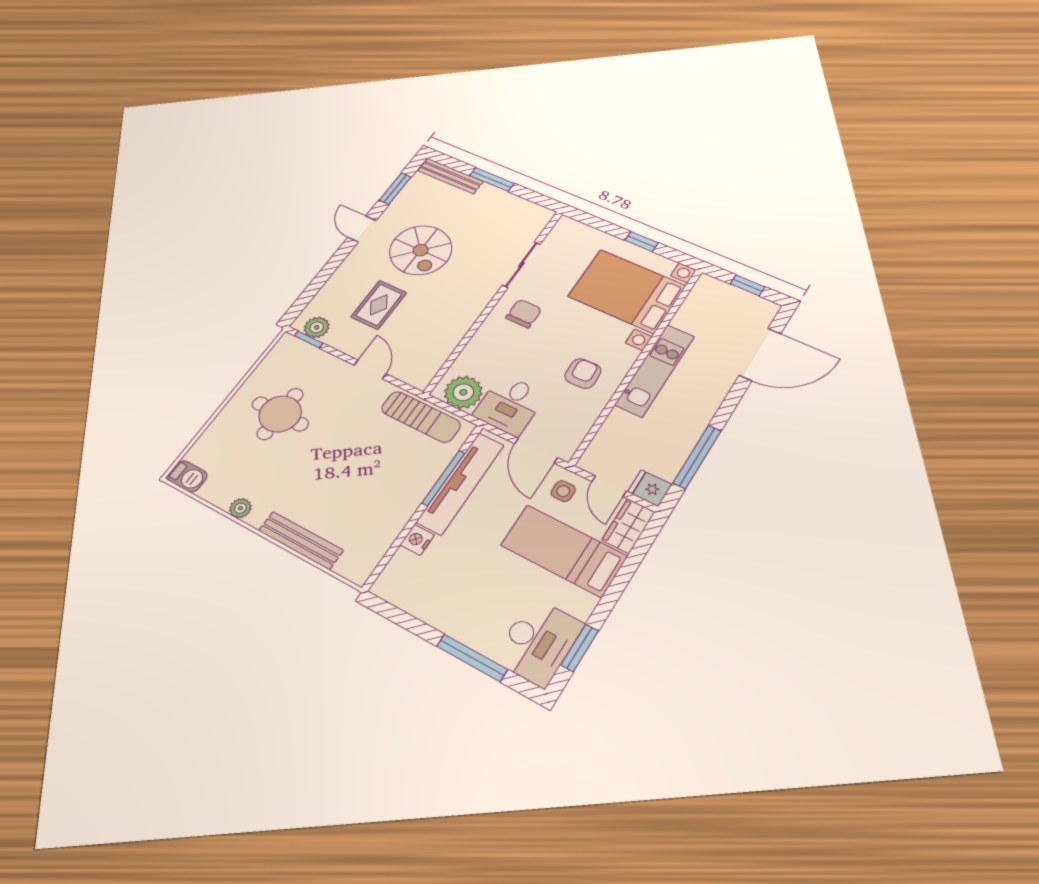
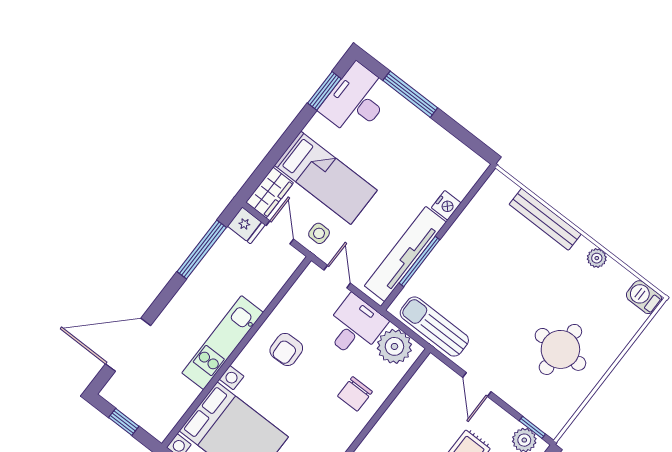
chair: (524, 313) -> (355, 394), moved
door: (536, 451) -> (337, 277), width x0.73

